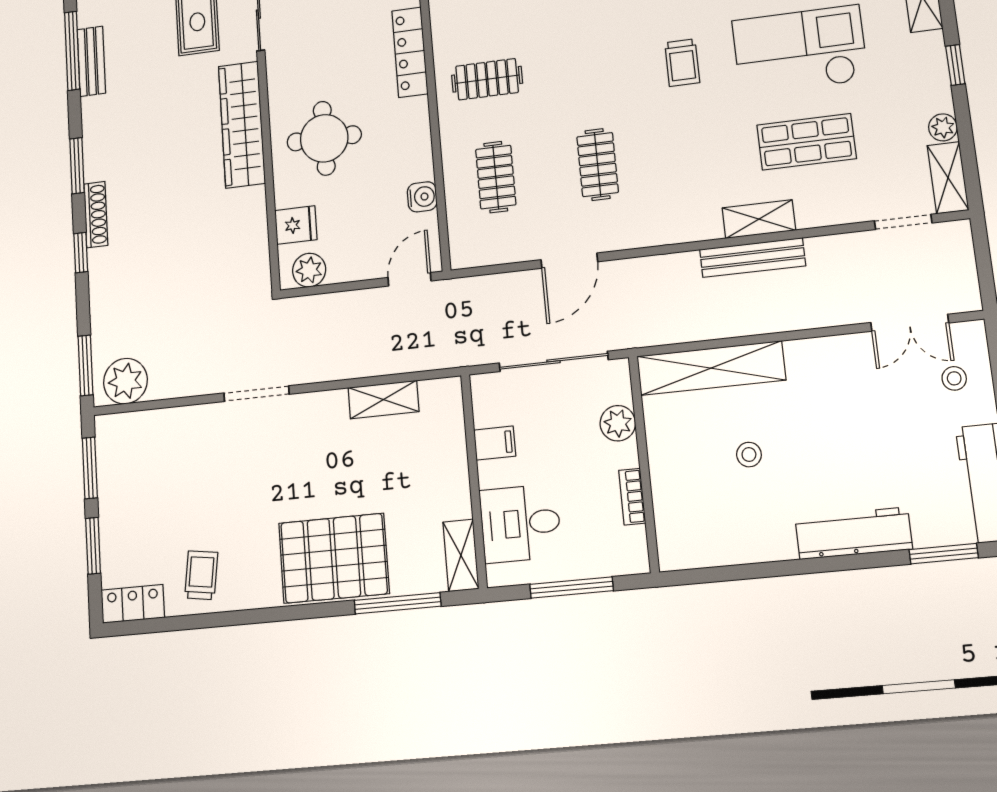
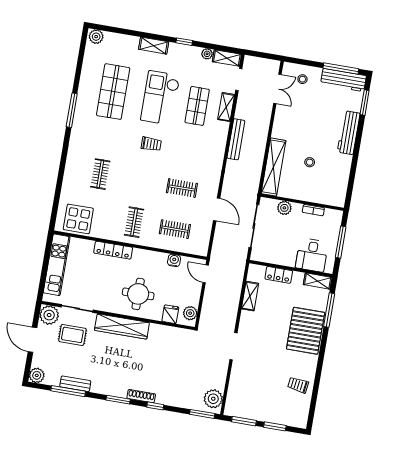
shelving: (759, 219) -> (226, 107), moved
filing cabinet: (495, 443) -> (279, 257), removed
locker: (133, 604) -> (279, 275), moved, turned -90

